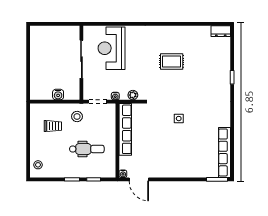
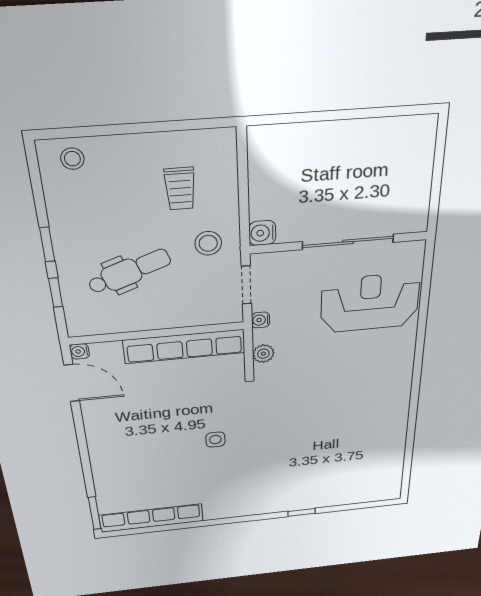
dresser: (221, 31) -> (392, 486), removed
rug: (172, 62) -> (336, 415), removed
water cooler: (58, 95) -> (262, 233), moved
dental chair: (87, 149) -> (129, 272), turned -110
door: (139, 179) -> (72, 383), swing flipped

